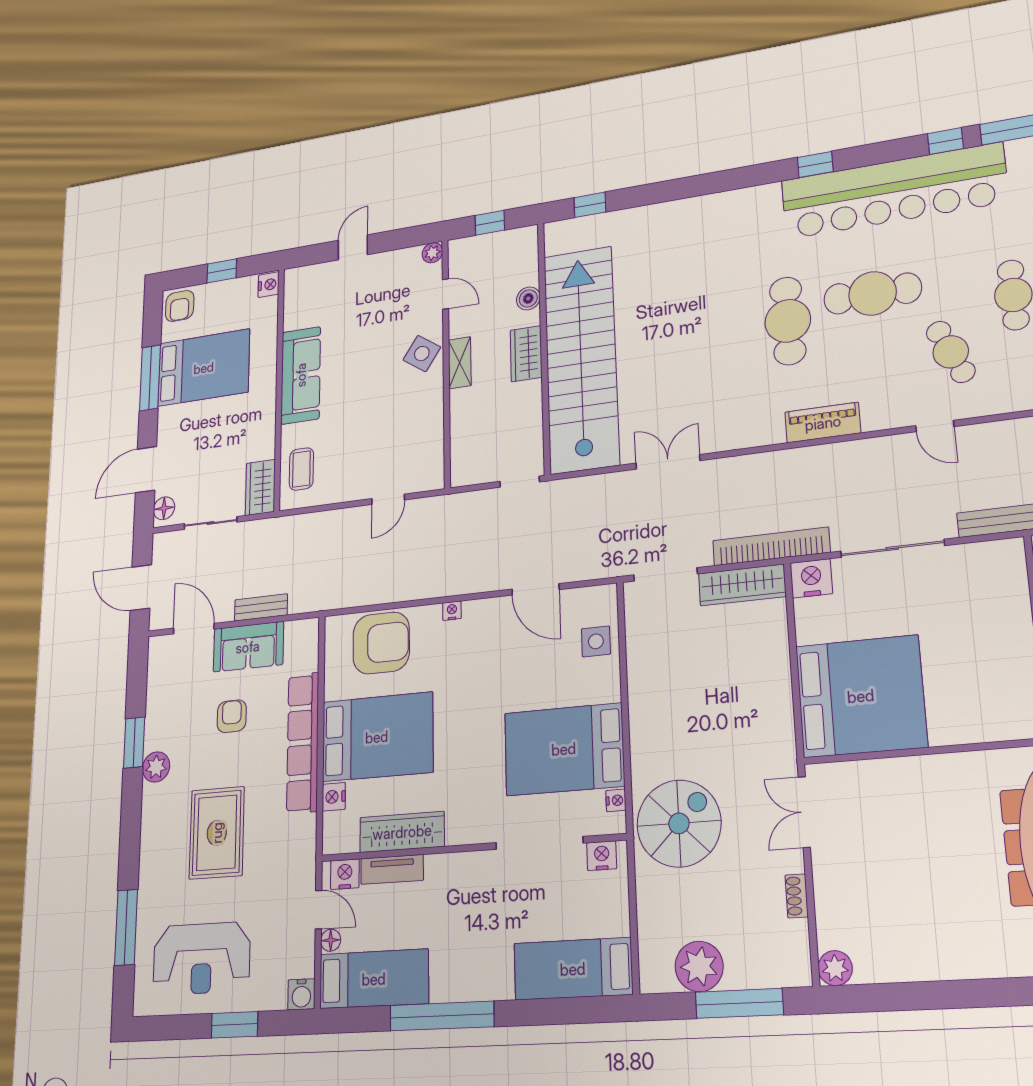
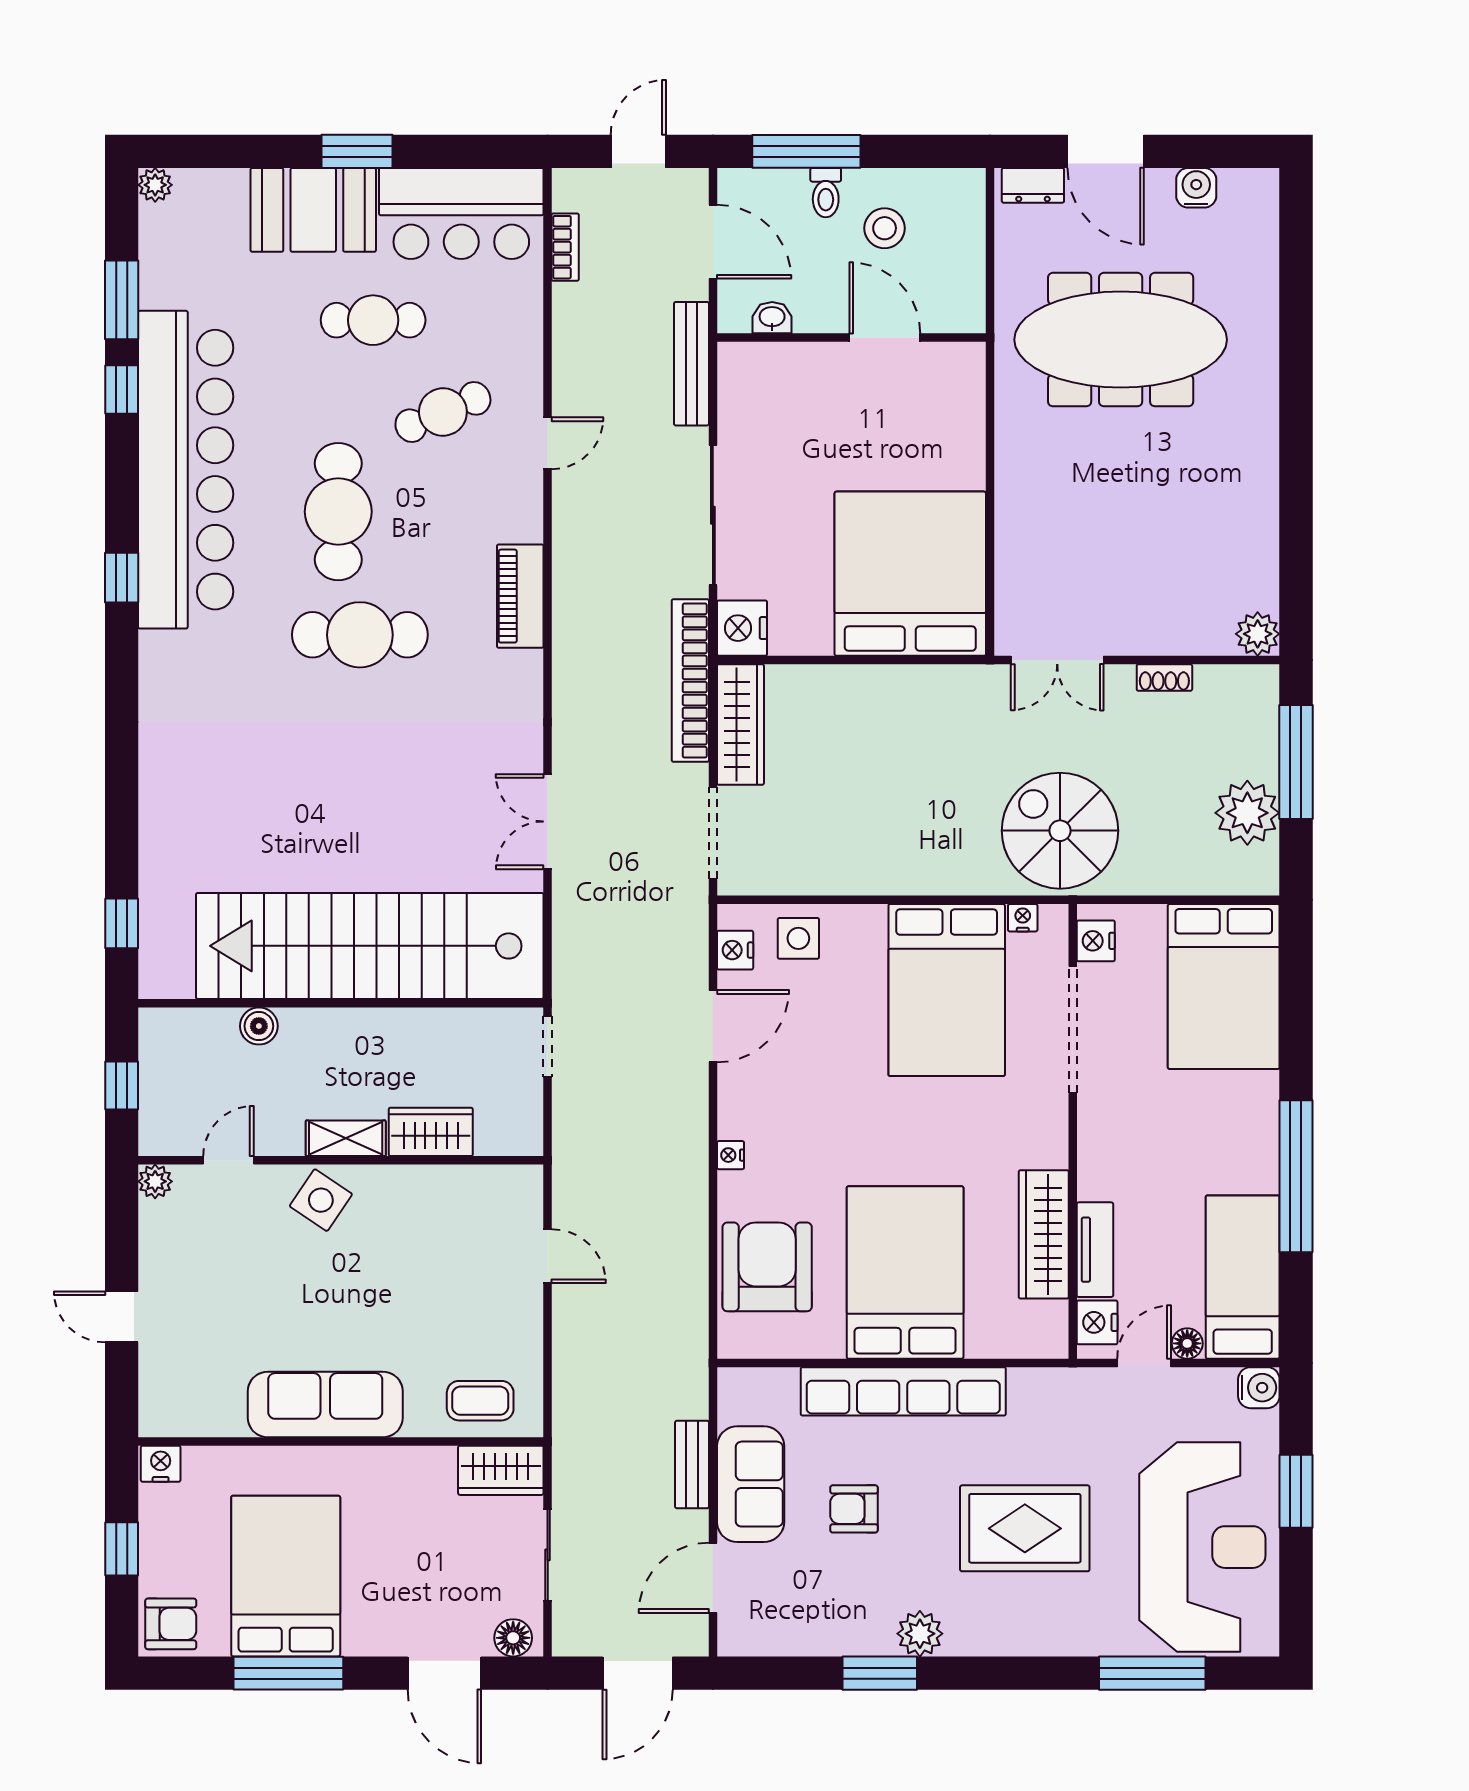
wardrobe: (526, 354) -> (431, 1132), moved, turned 180
nightstand: (334, 797) -> (735, 950), moved, turned 90
reception desk: (201, 958) -> (1202, 1547), width x1.36, depth x1.30
bed: (573, 969) -> (1224, 986), width x1.50

